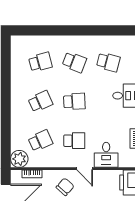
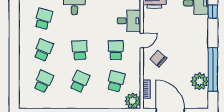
school desk: (40, 62) -> (43, 81), turned 39
school desk: (40, 101) -> (80, 81), turned 48
school desk: (40, 141) -> (116, 81), turned 39

